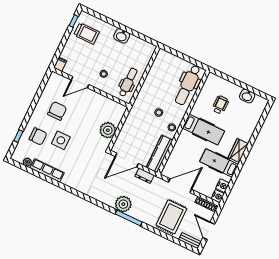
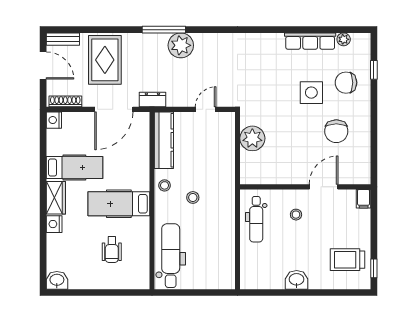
washbasin: (247, 96) -> (57, 280), moved
door: (127, 160) -> (206, 109), width x0.53
dresser: (145, 176) -> (152, 100), moved
nightstand: (223, 186) -> (54, 224), moved

